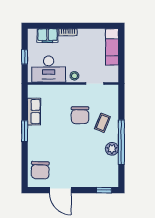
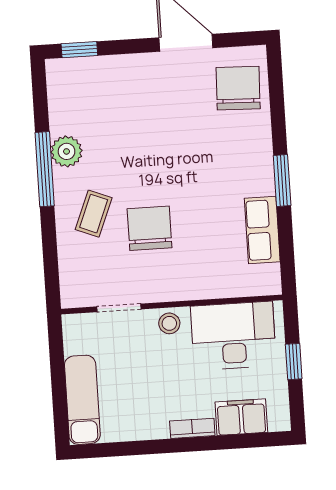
window: (121, 142) -> (45, 169), width x0.68

